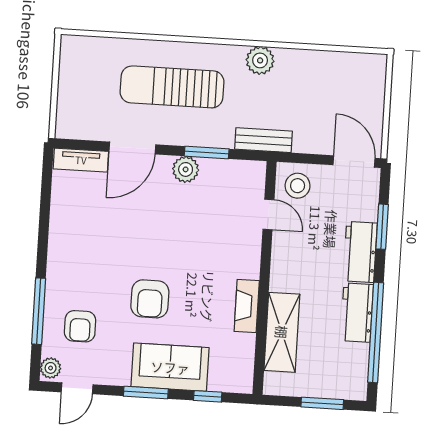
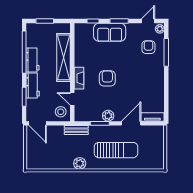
armchair: (150, 299) -> (107, 78), moved
fireplace: (247, 306) -> (79, 78), moved
shelving: (282, 332) -> (64, 57), width x1.47

